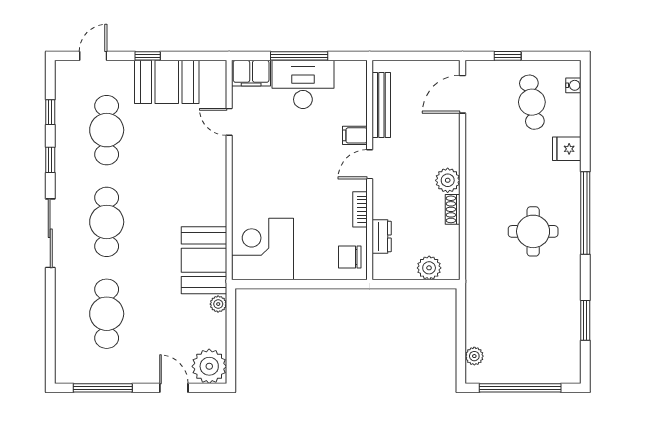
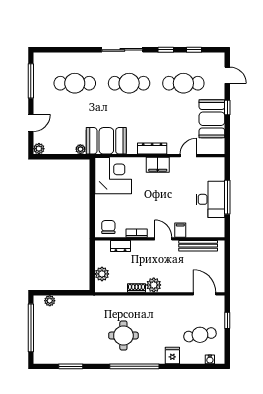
filing cabinet: (251, 73) -> (158, 165), moved, turned -90
dresser: (217, 183) -> (152, 148), added
plant: (209, 366) -> (39, 149), width x0.53, depth x0.53

